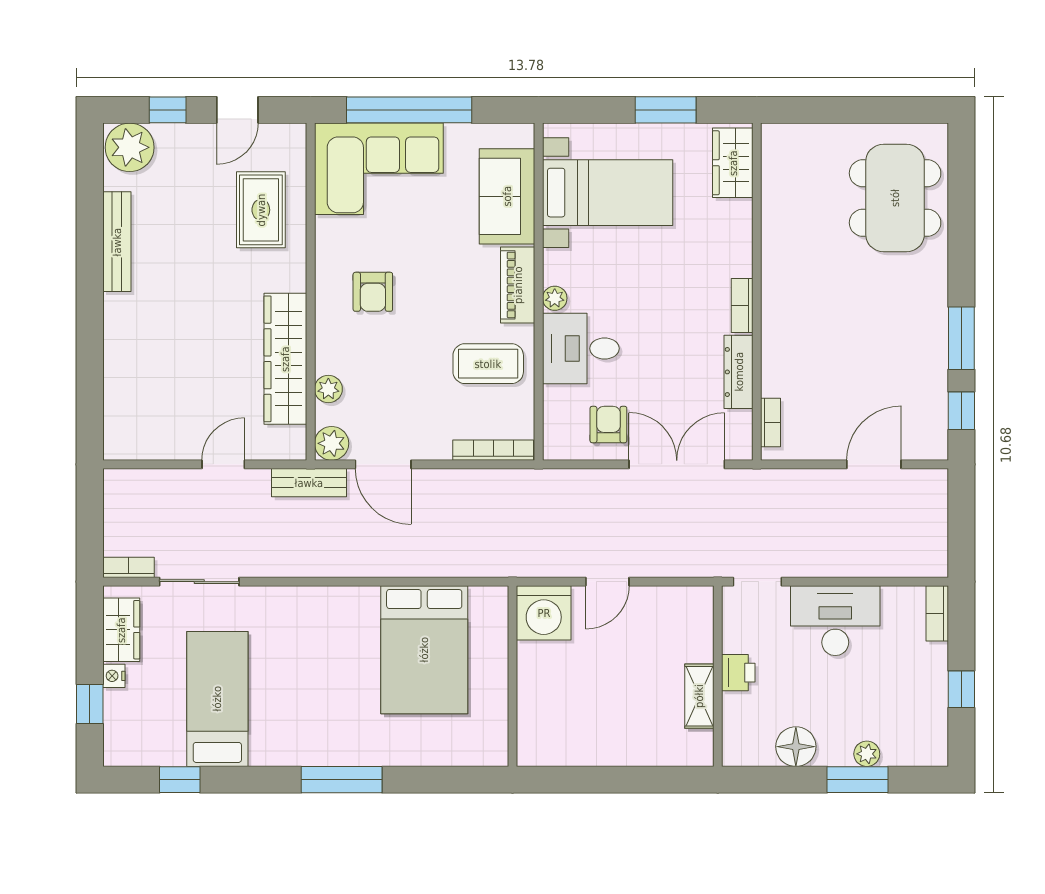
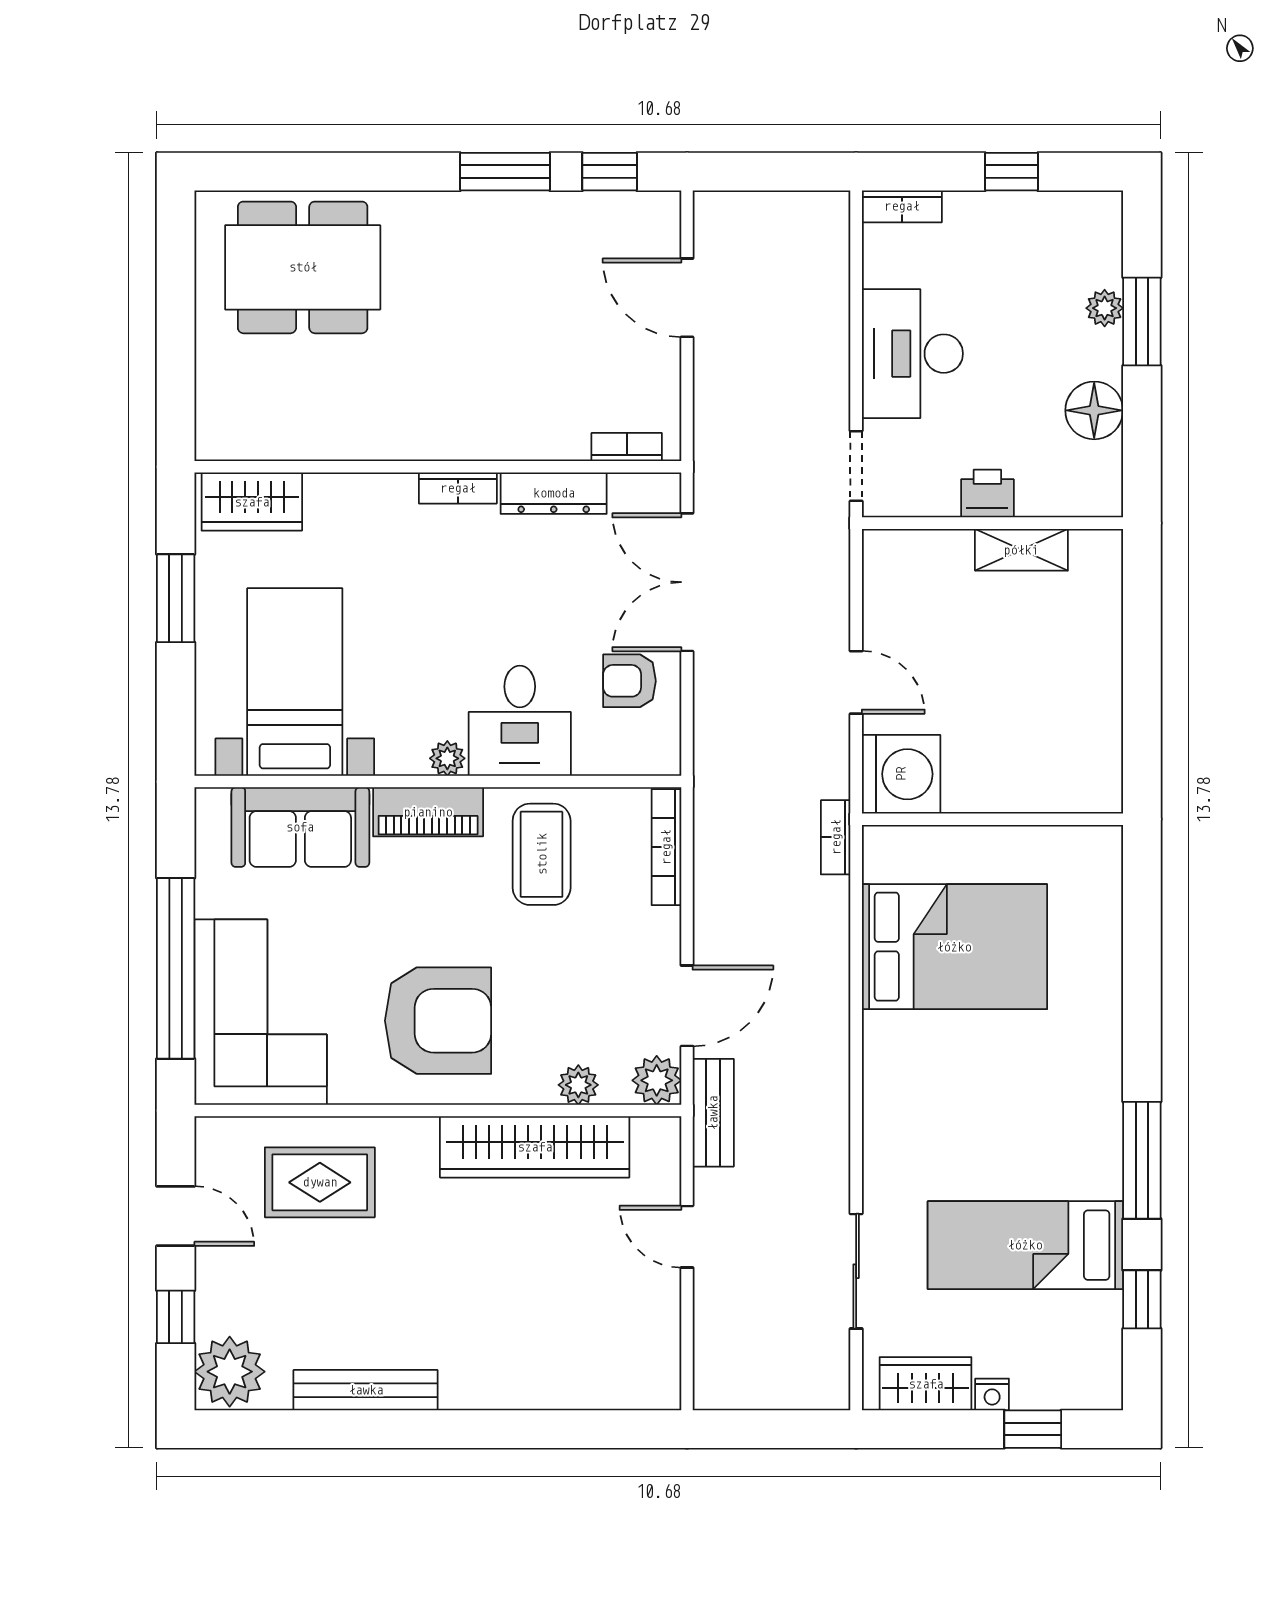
armchair: (373, 292) -> (438, 1021), width x1.88, depth x1.88
bookcase: (128, 567) -> (836, 837), moved
window: (342, 780) -> (1142, 1160), moved

